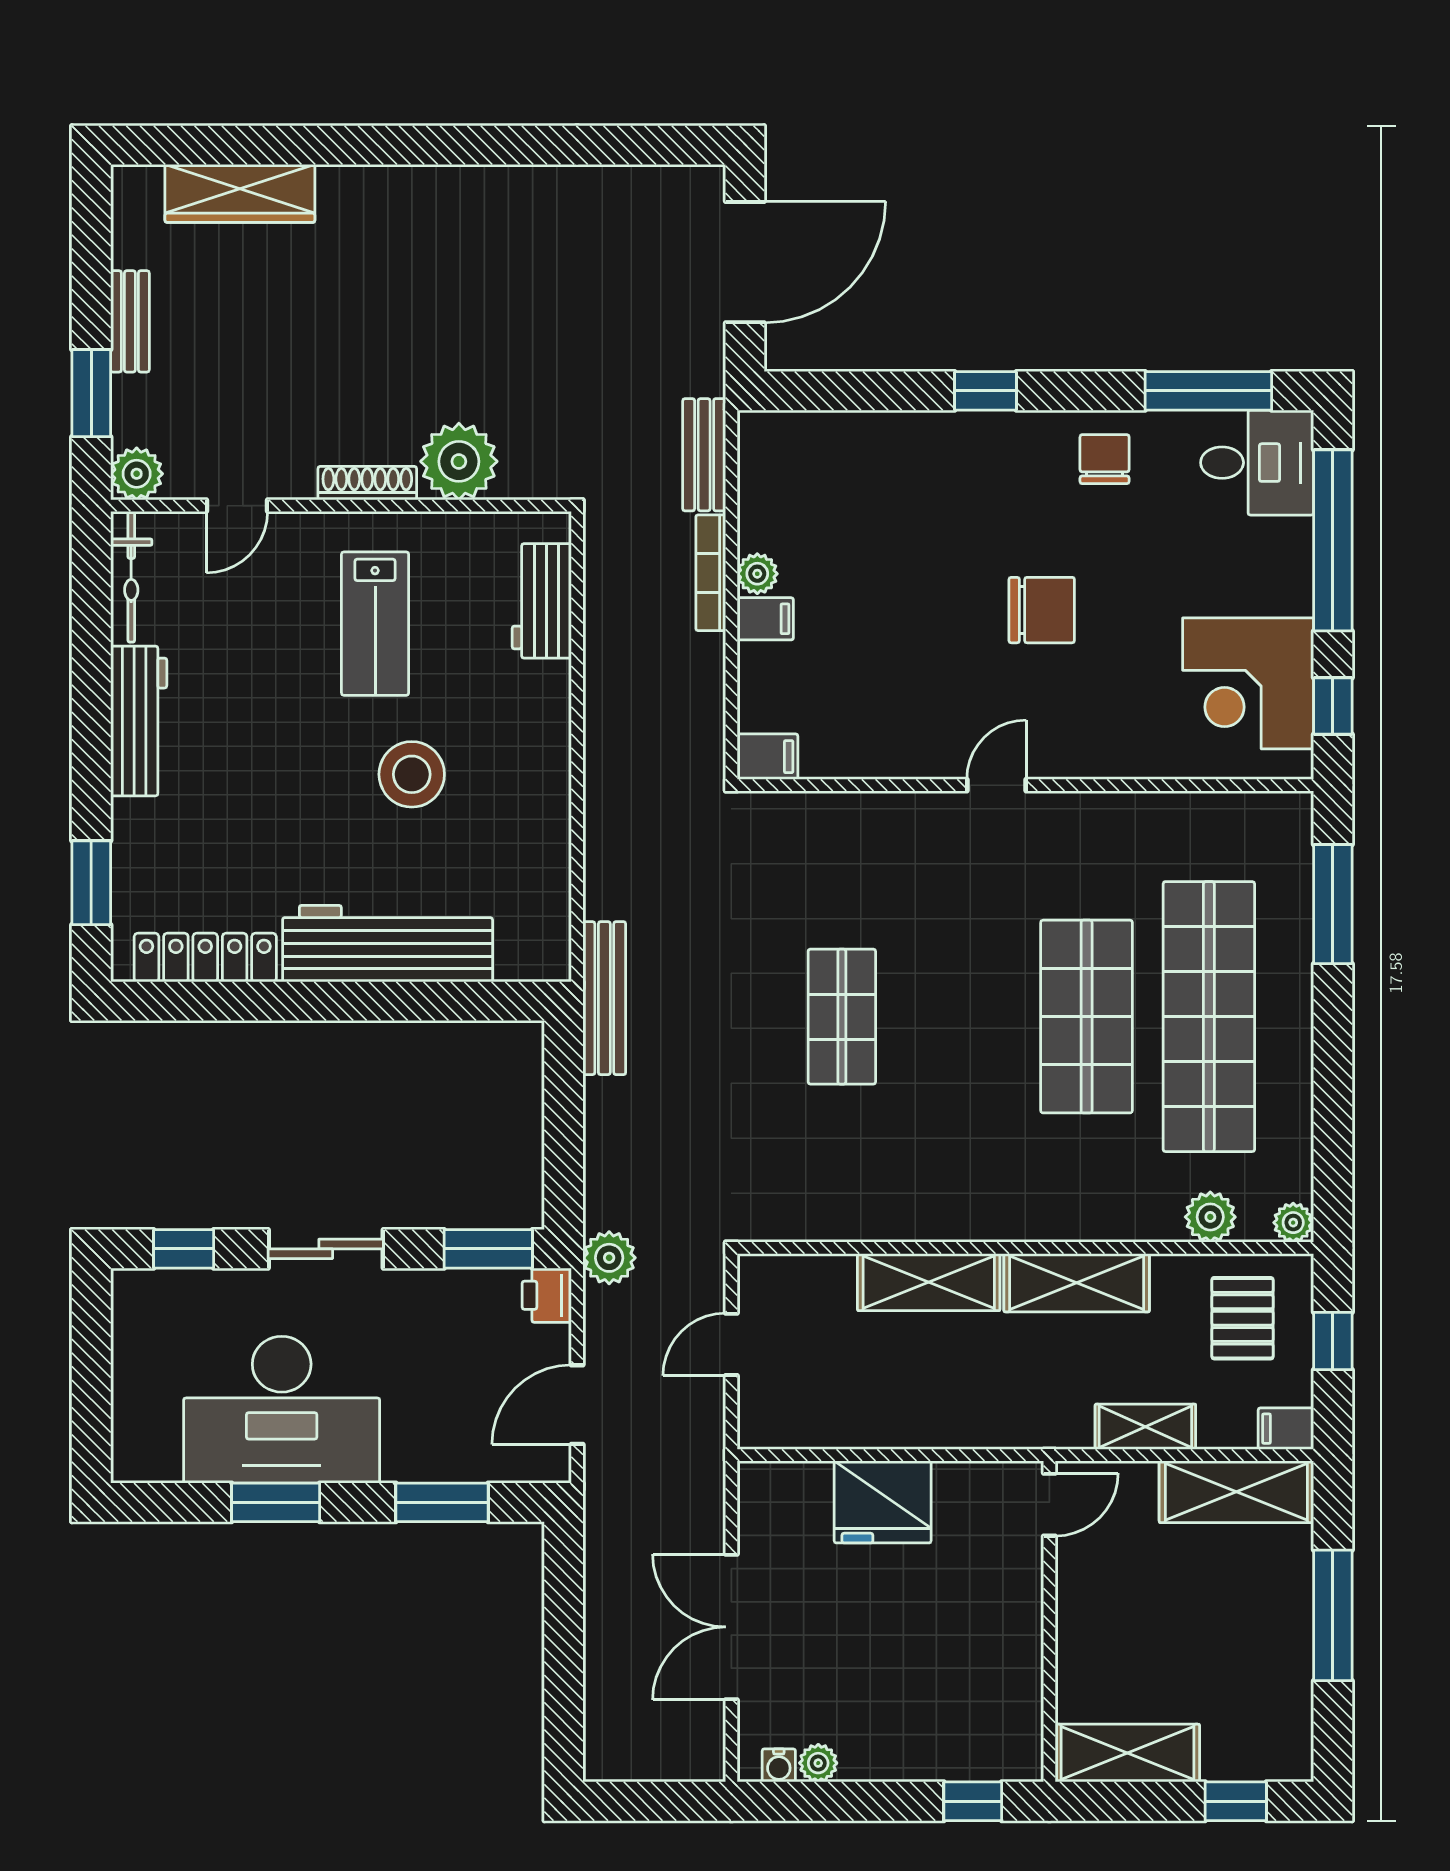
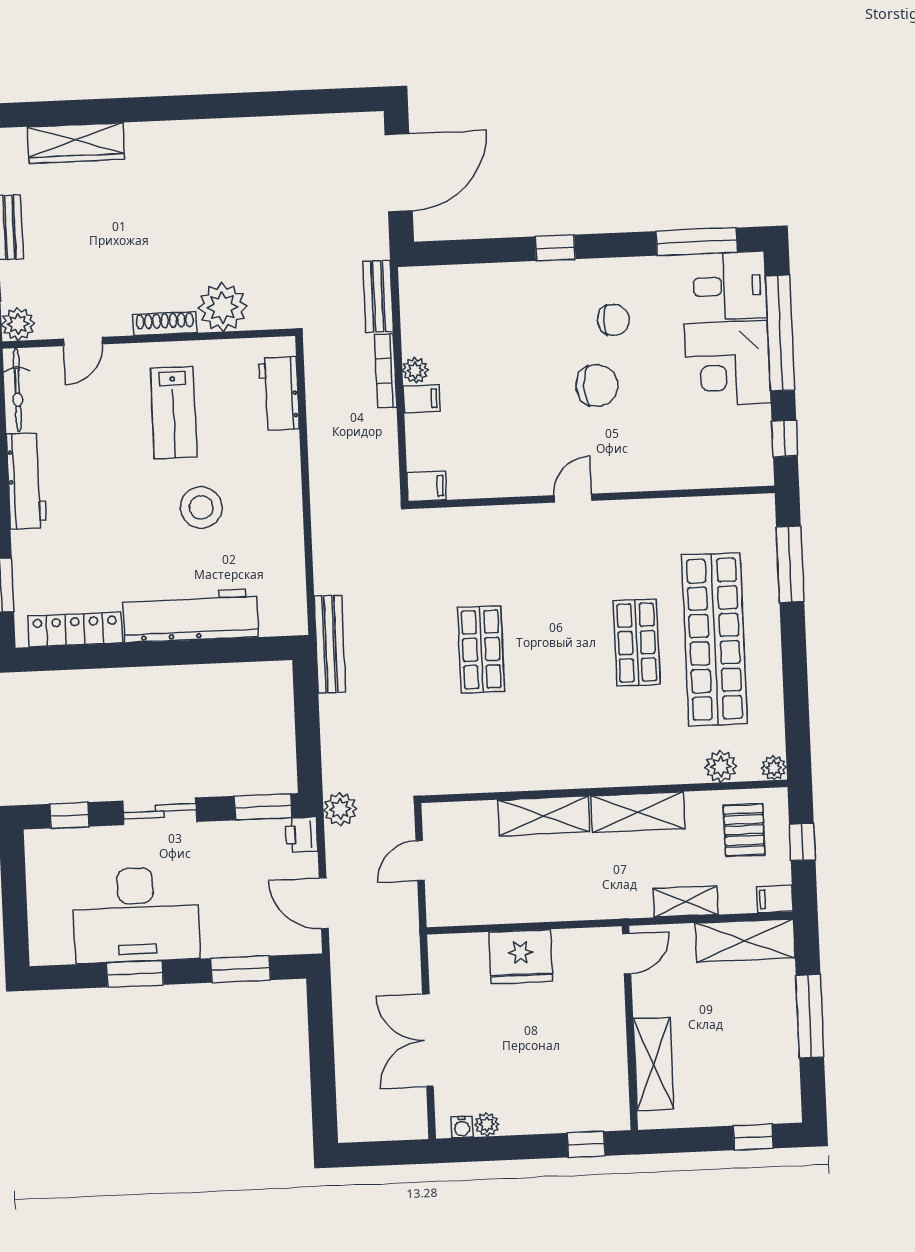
chair: (1105, 459) -> (614, 320), moved, turned 90
corner desk: (1248, 683) -> (727, 363), moved
shop shelf: (1087, 1017) -> (637, 643), width x0.70, depth x0.74
door: (577, 1405) -> (324, 903), hinge flipped
shelving: (1127, 1753) -> (654, 1064), moved, turned 90

